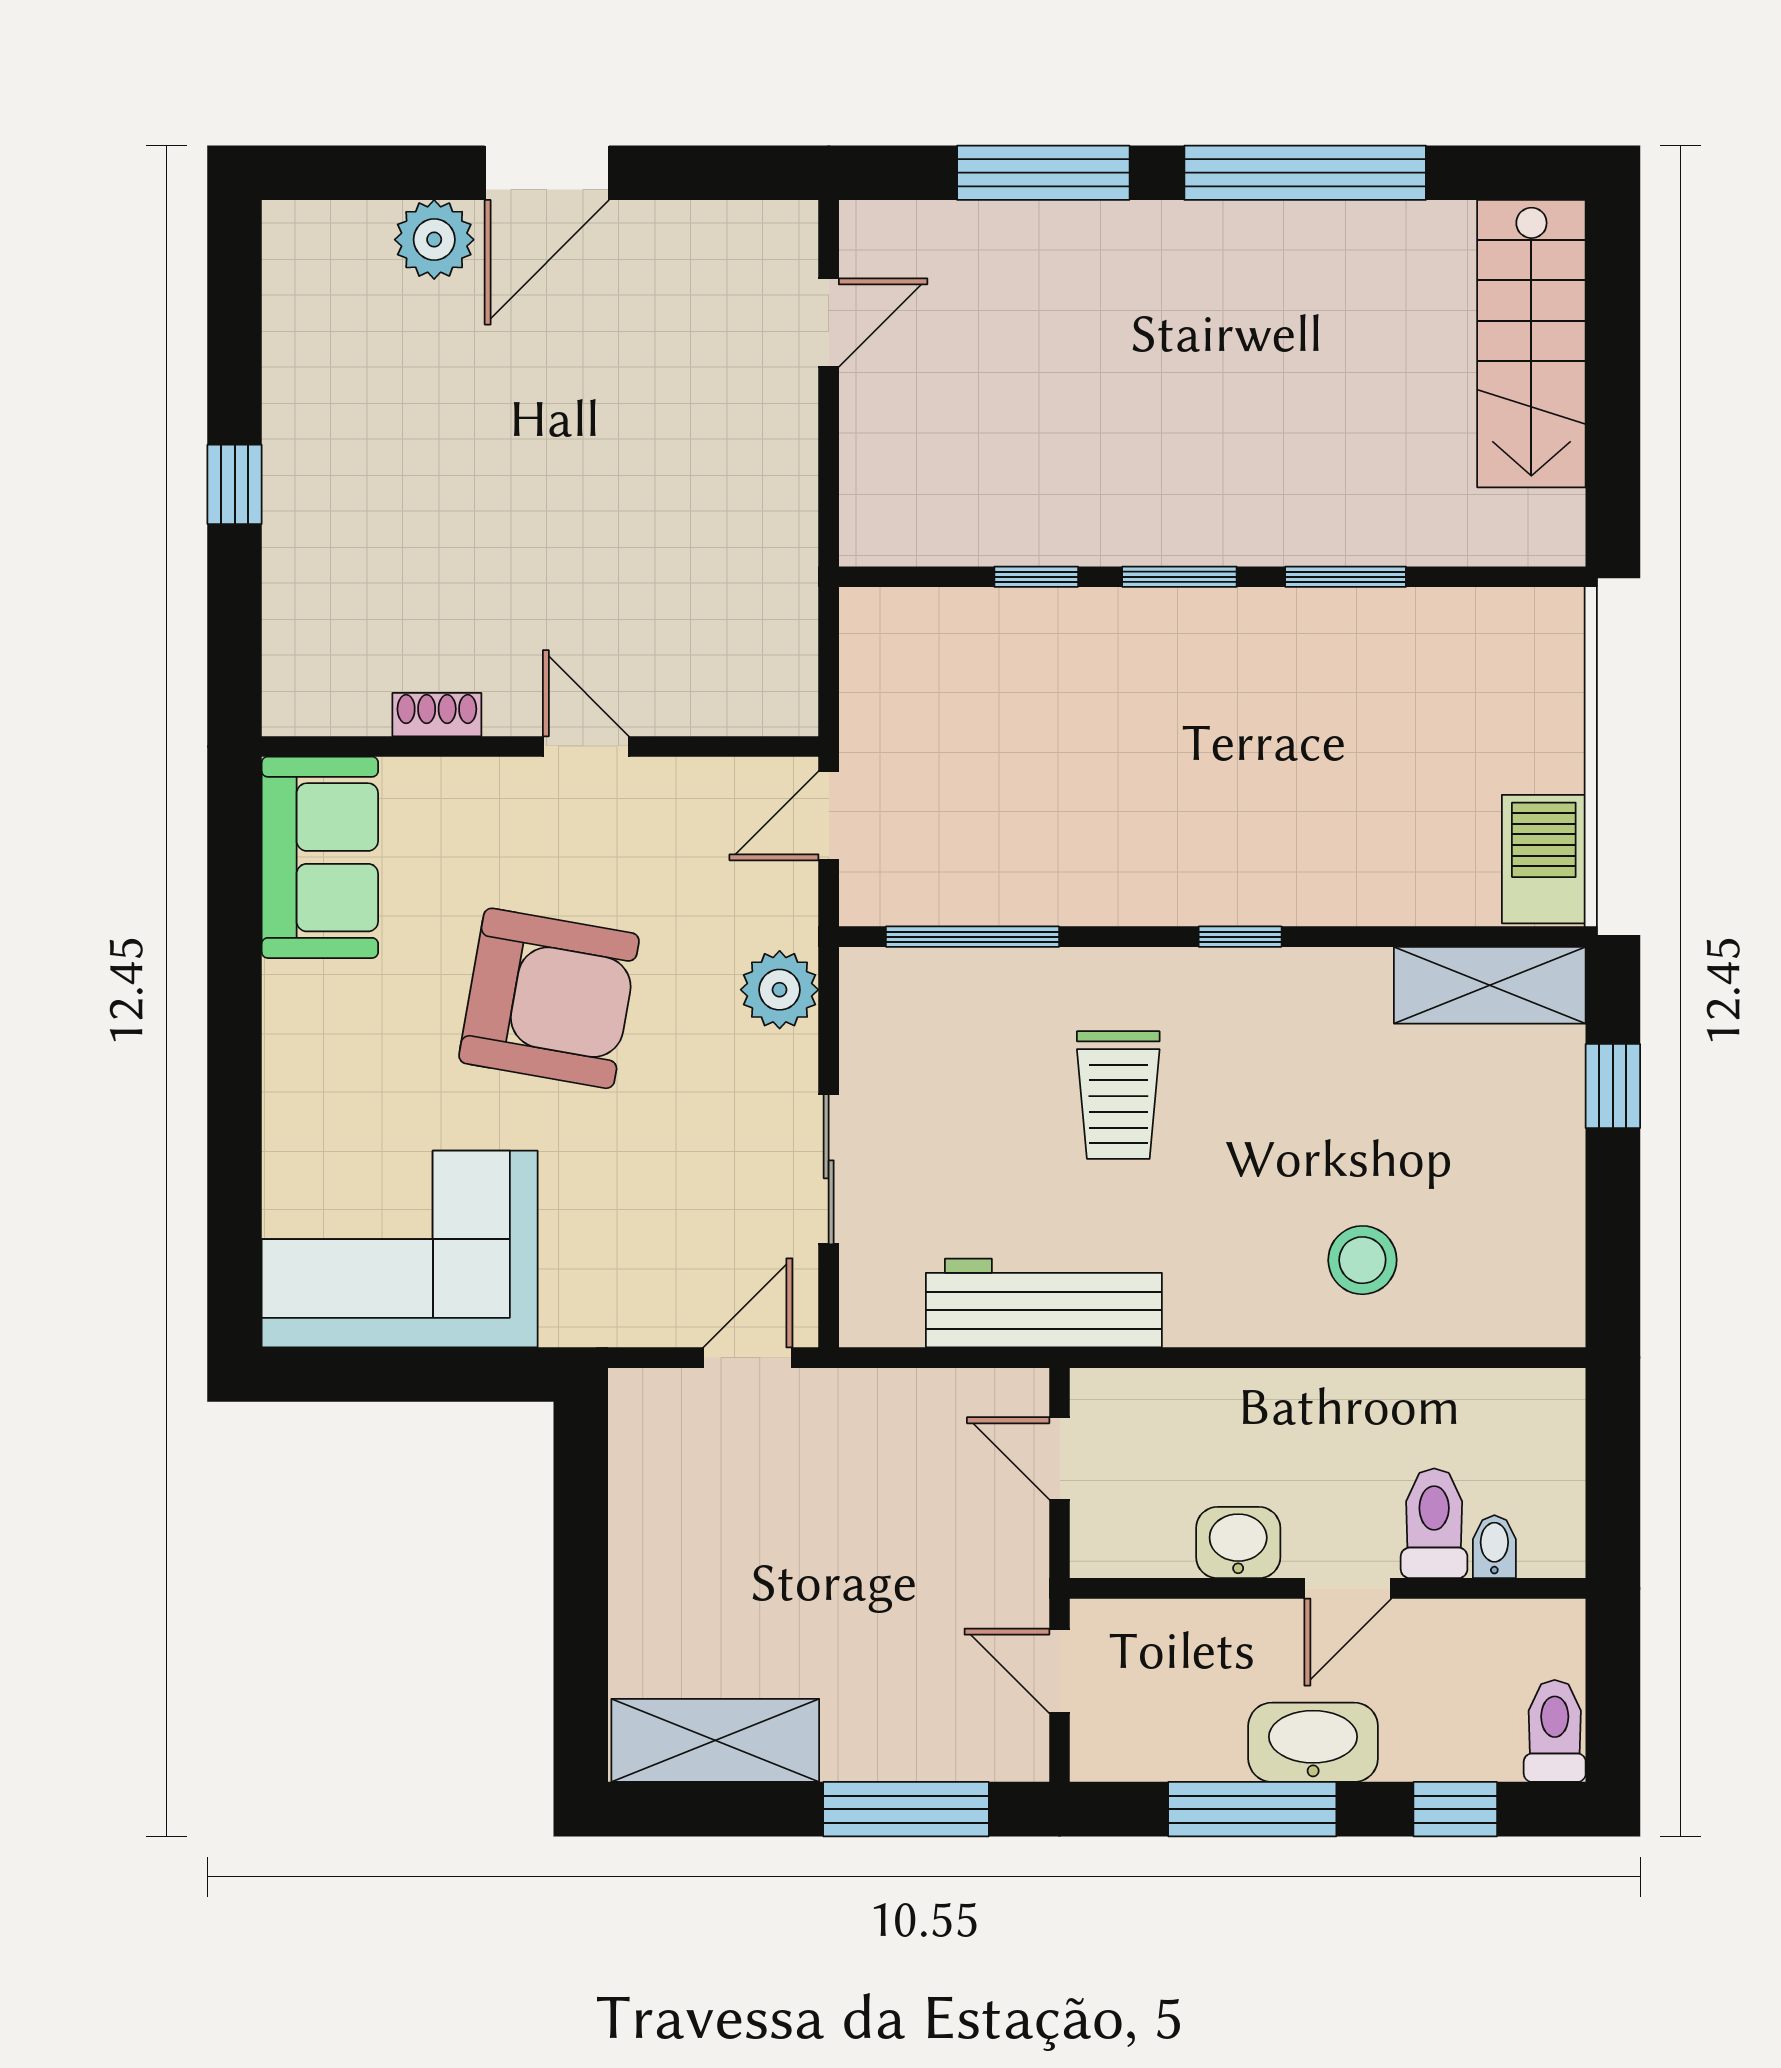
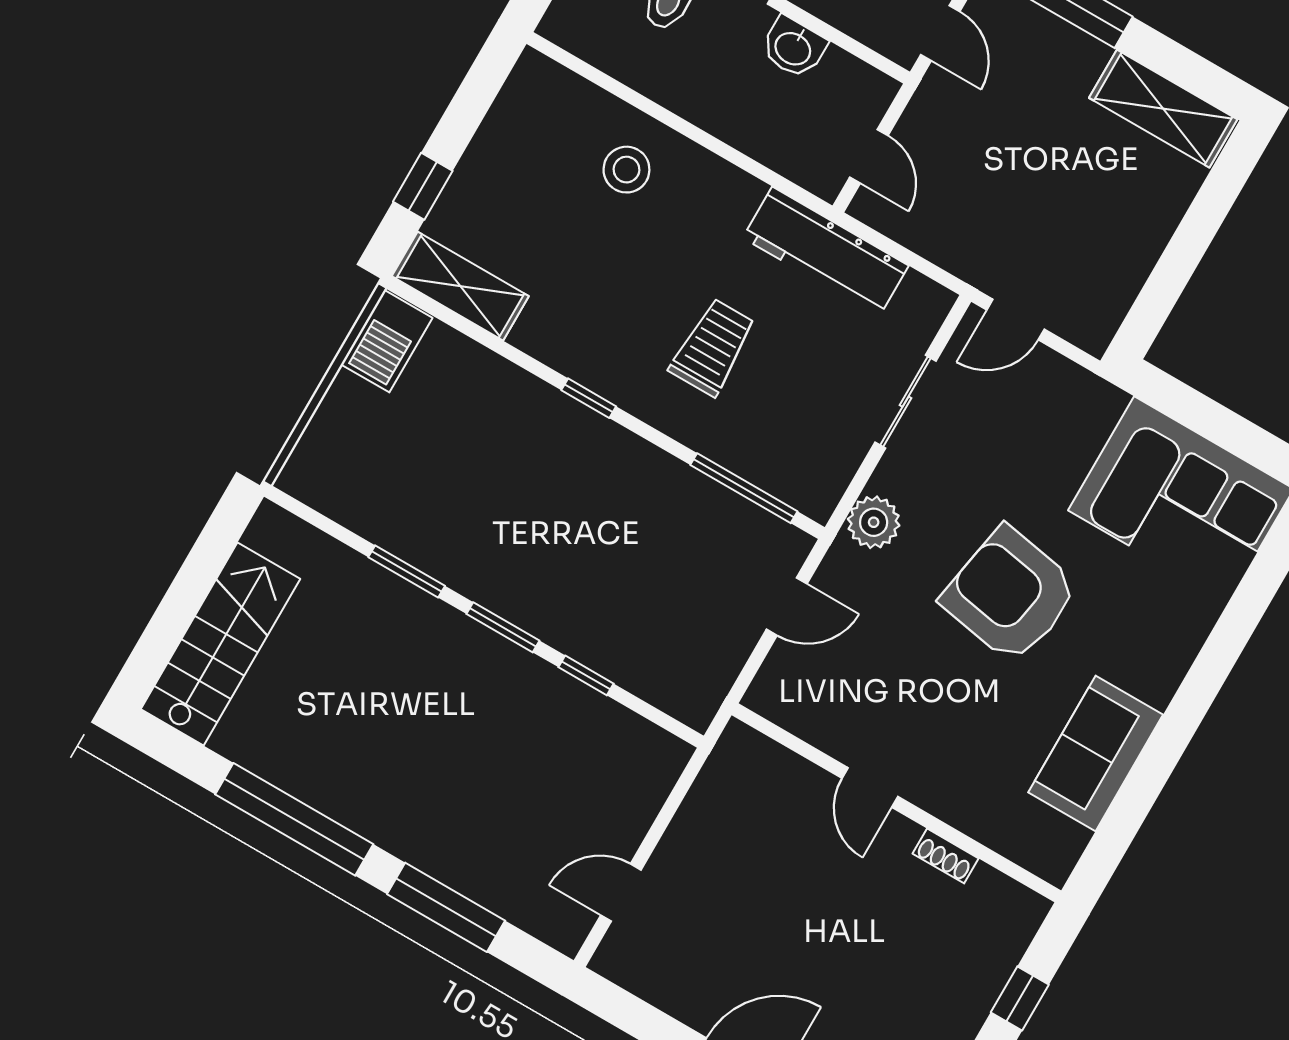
shoe rack: (437, 715) -> (946, 856), moved
wall: (540, 746) -> (896, 803), moved
door: (586, 746) -> (870, 787), moved

